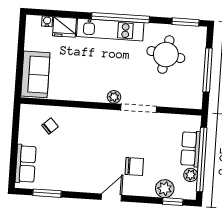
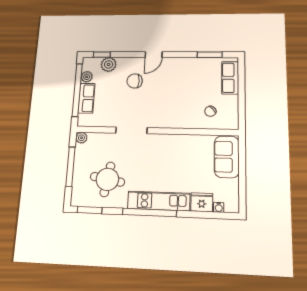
plant: (114, 97) -> (81, 138), moved

